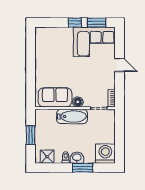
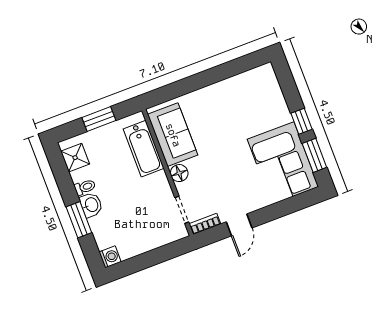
door: (119, 65) -> (239, 225), moved
bathtub: (72, 116) -> (144, 149), moved
washing machine: (105, 154) -> (110, 257), width x0.53, depth x0.53

